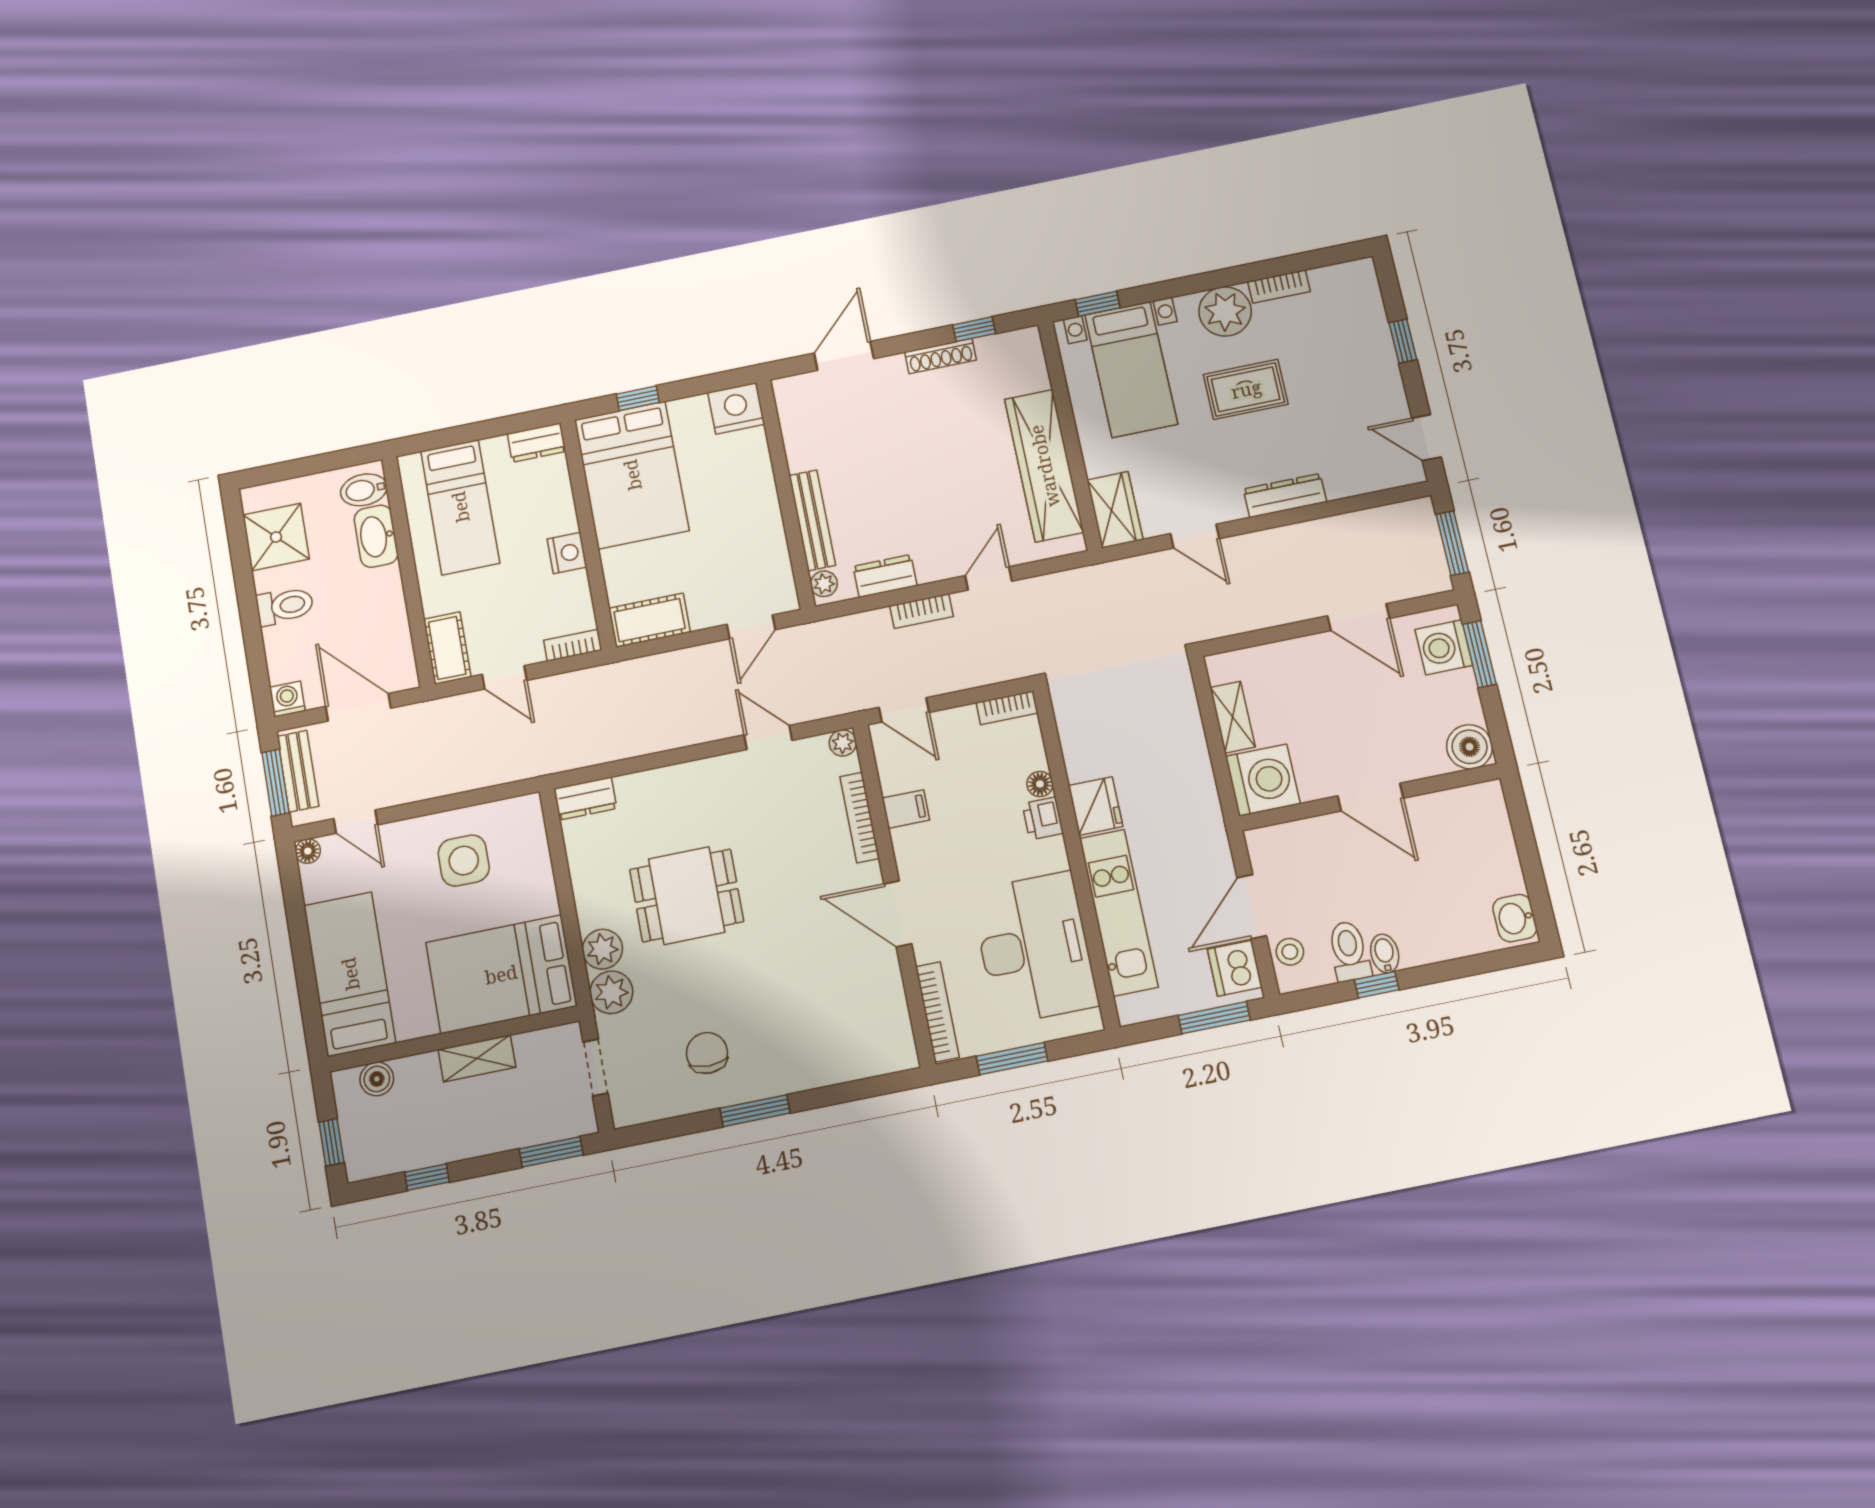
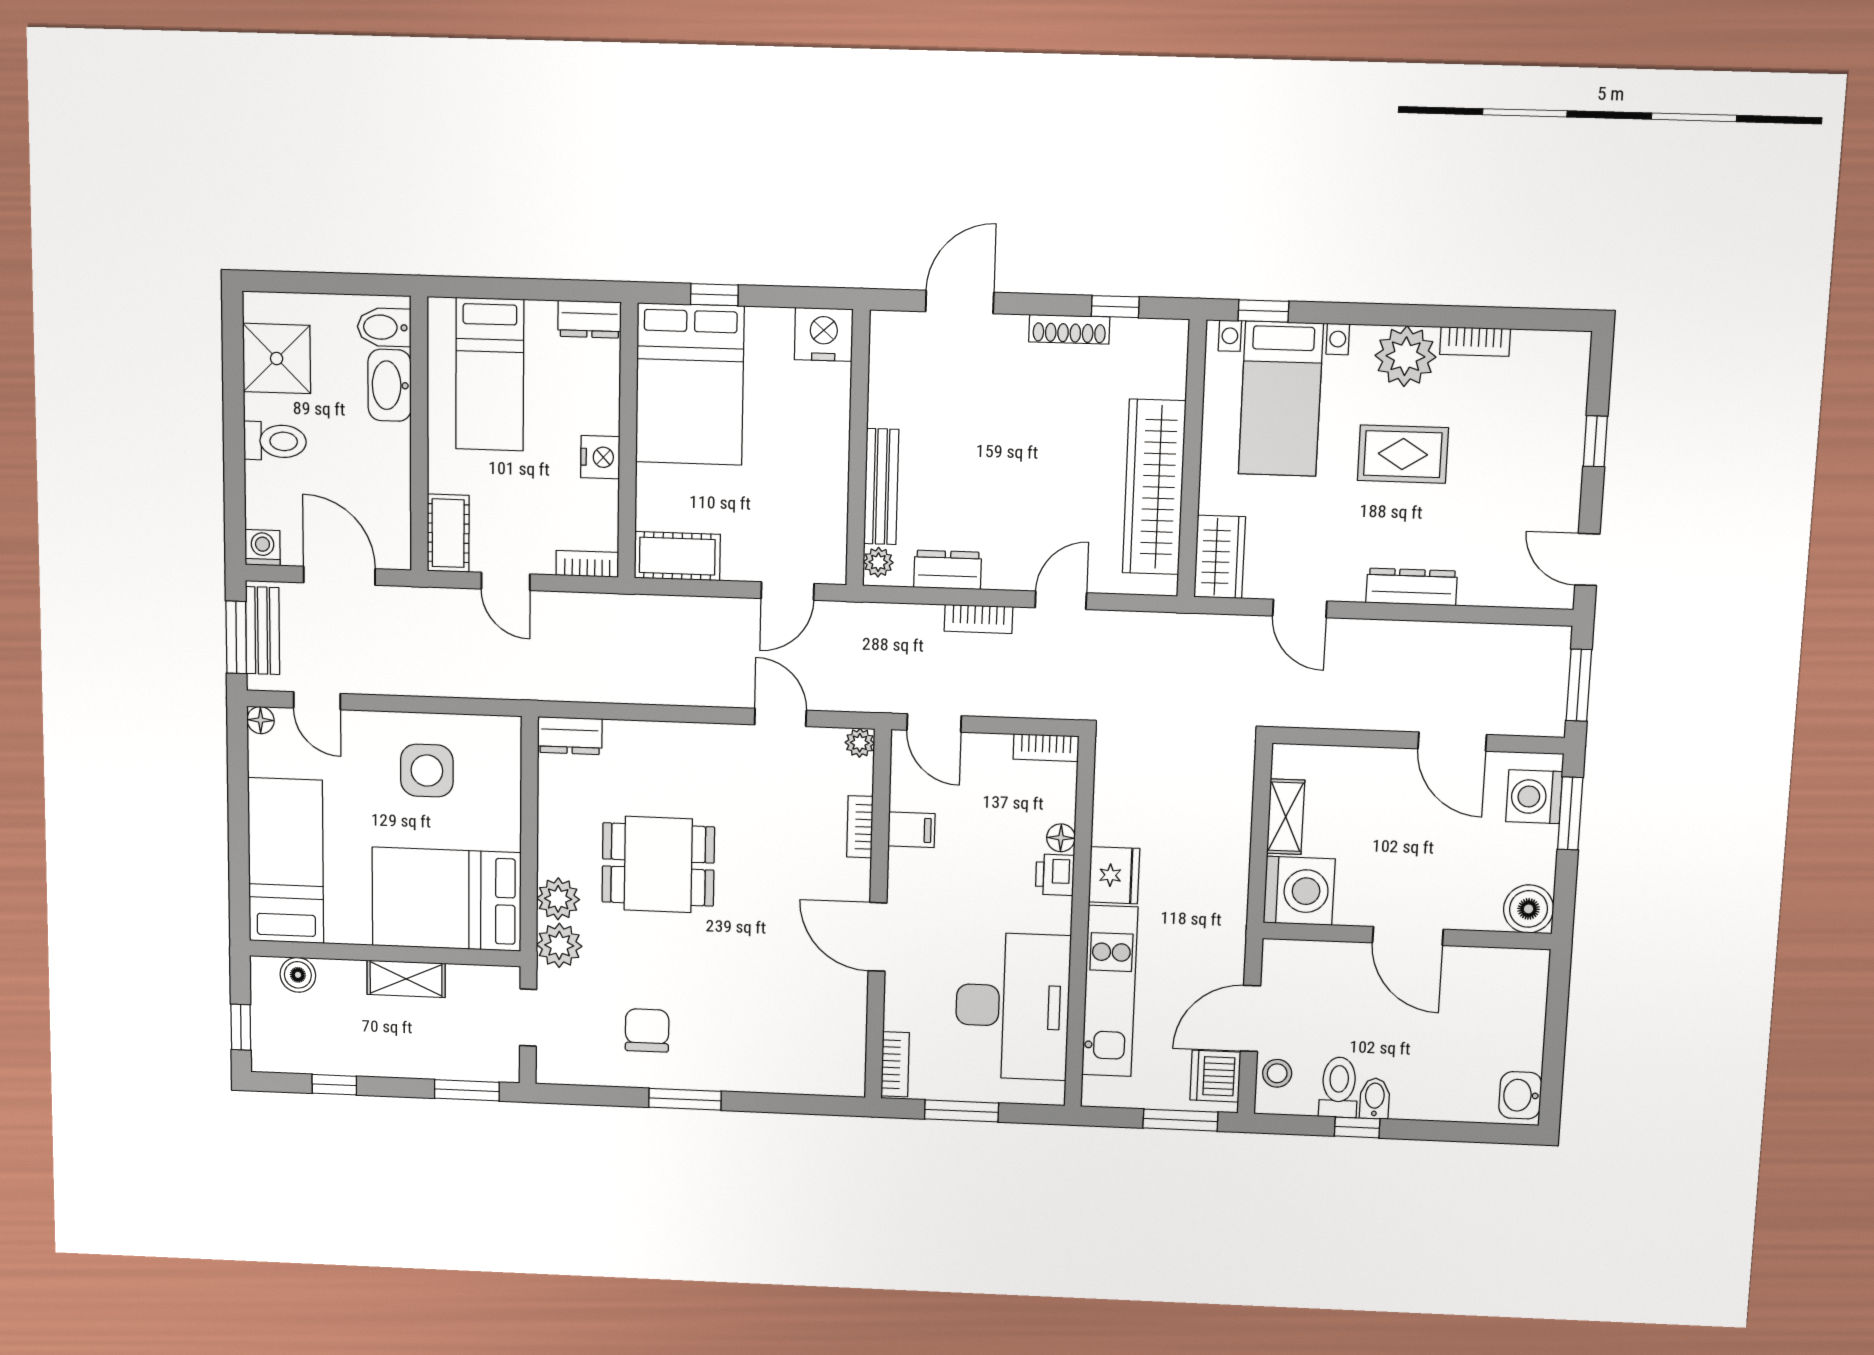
bookcase: (860, 817) -> (860, 827), width x0.64
bookcase: (937, 1012) -> (895, 1064), width x0.64

